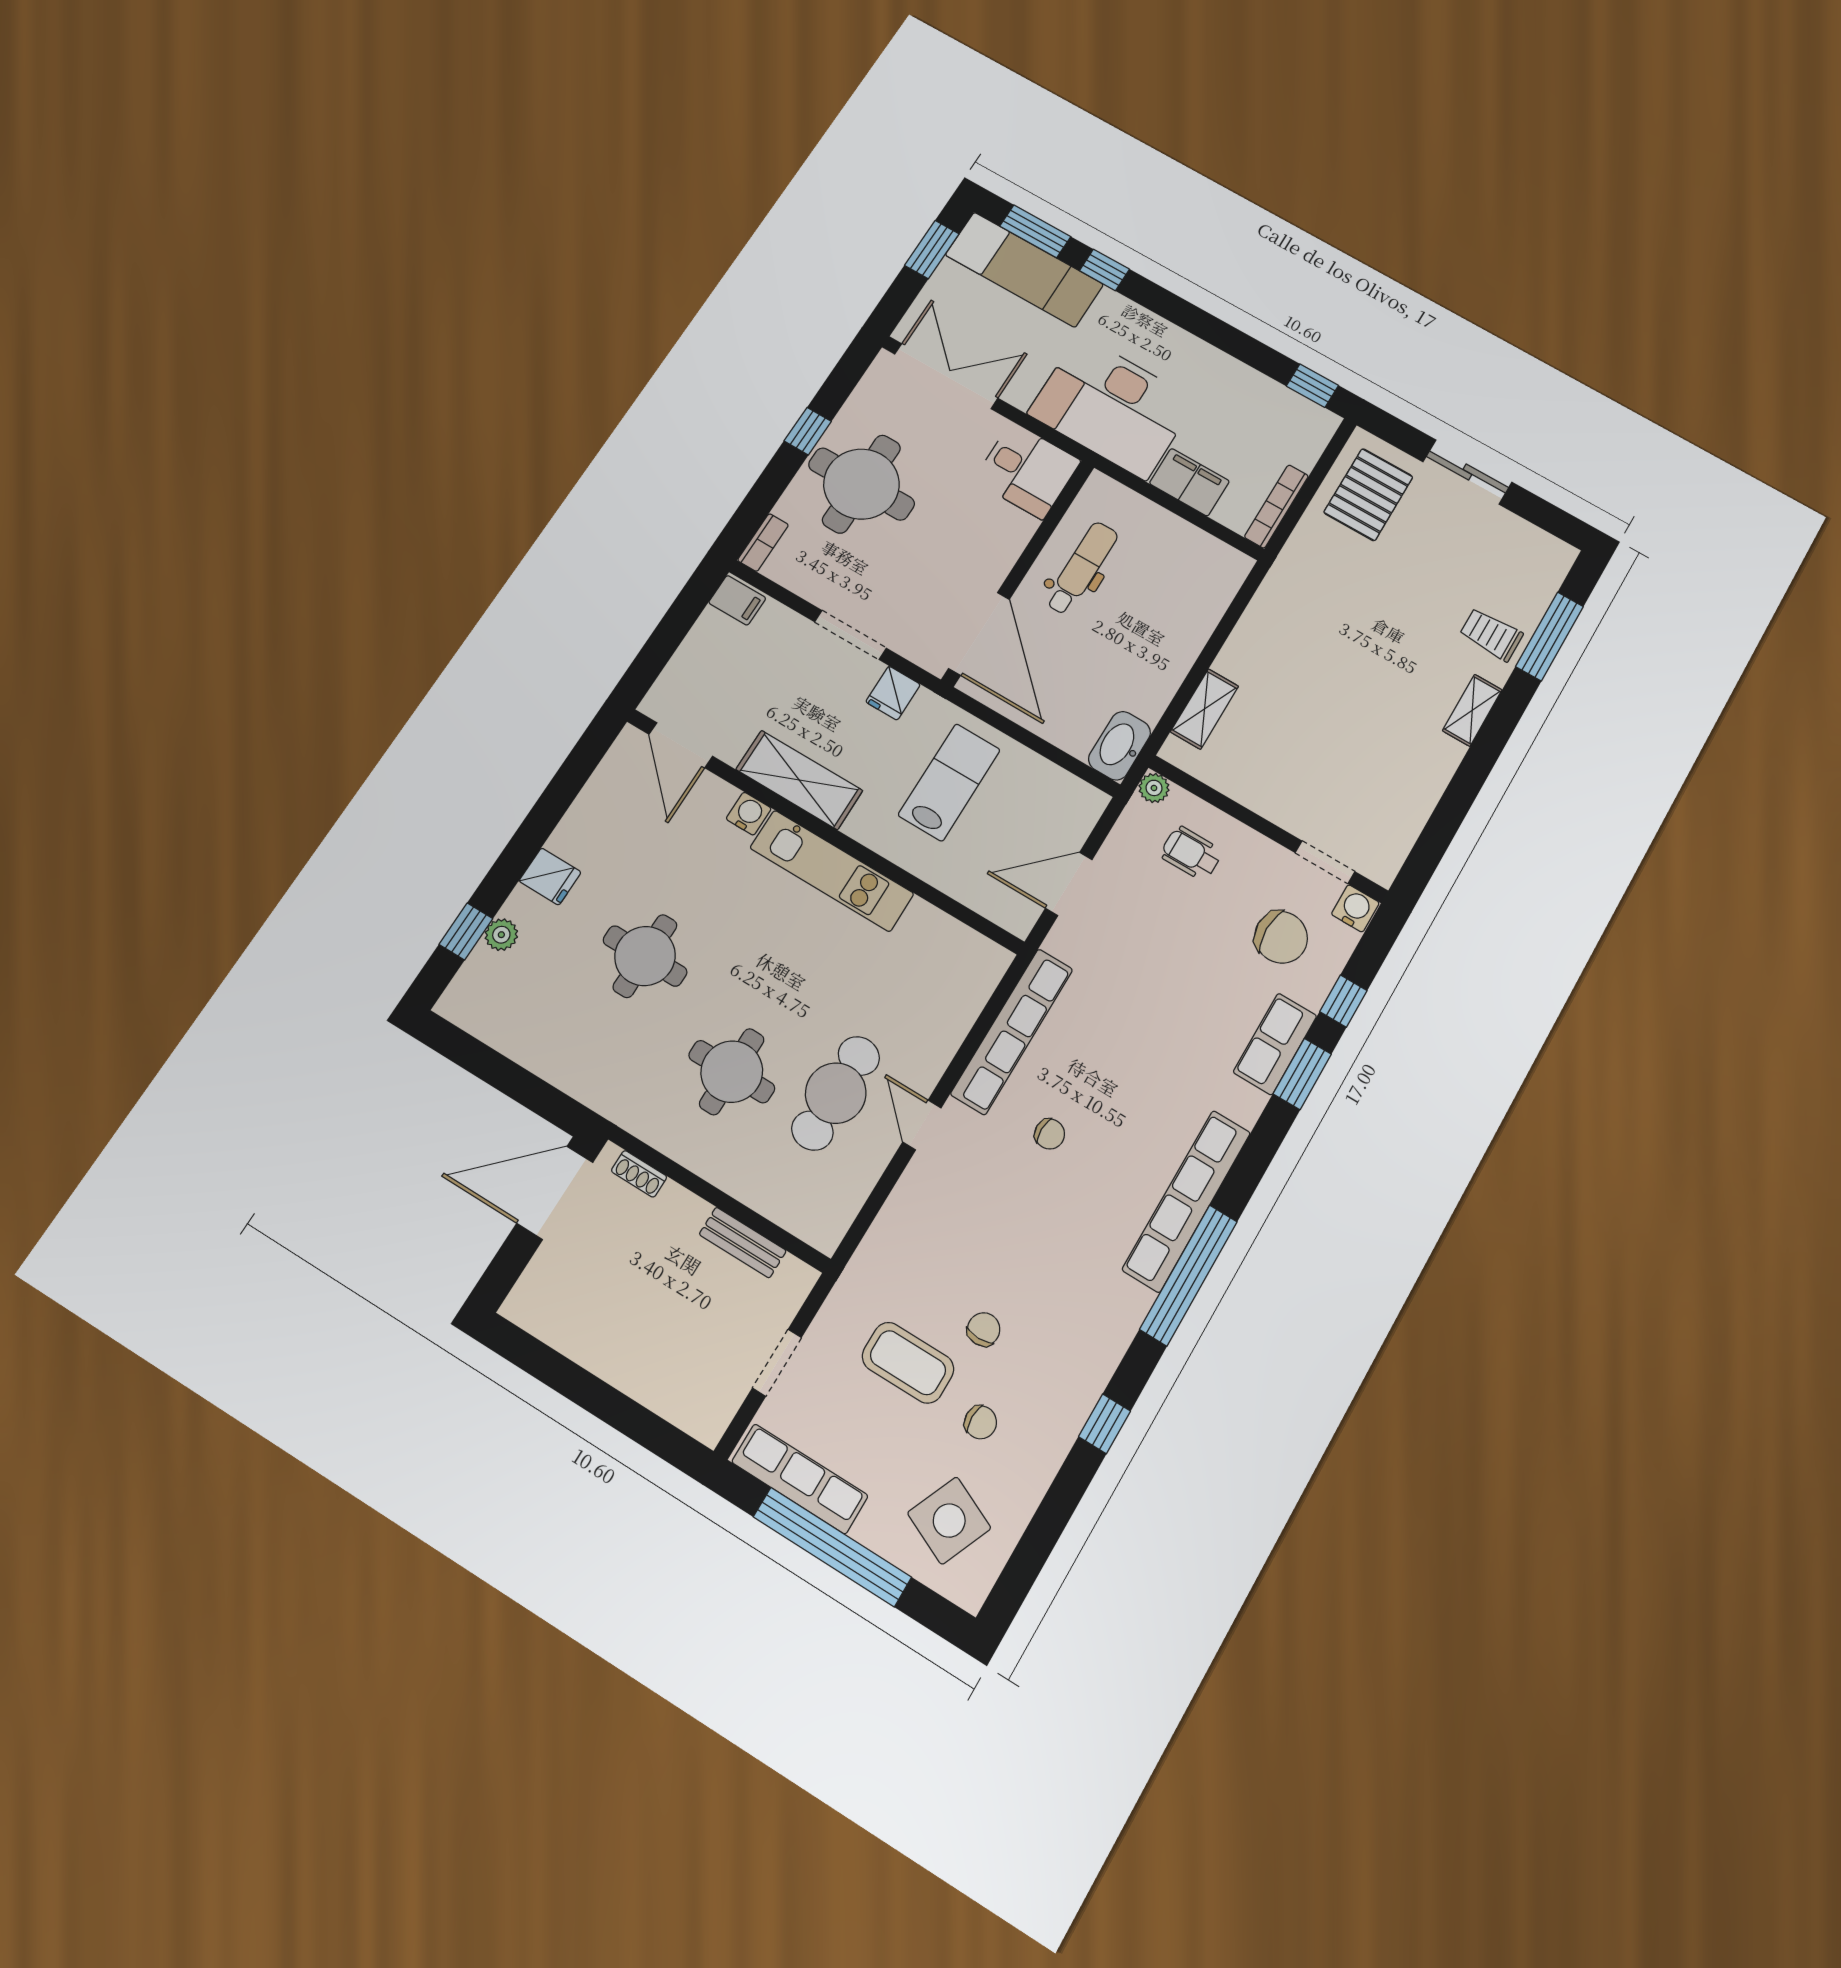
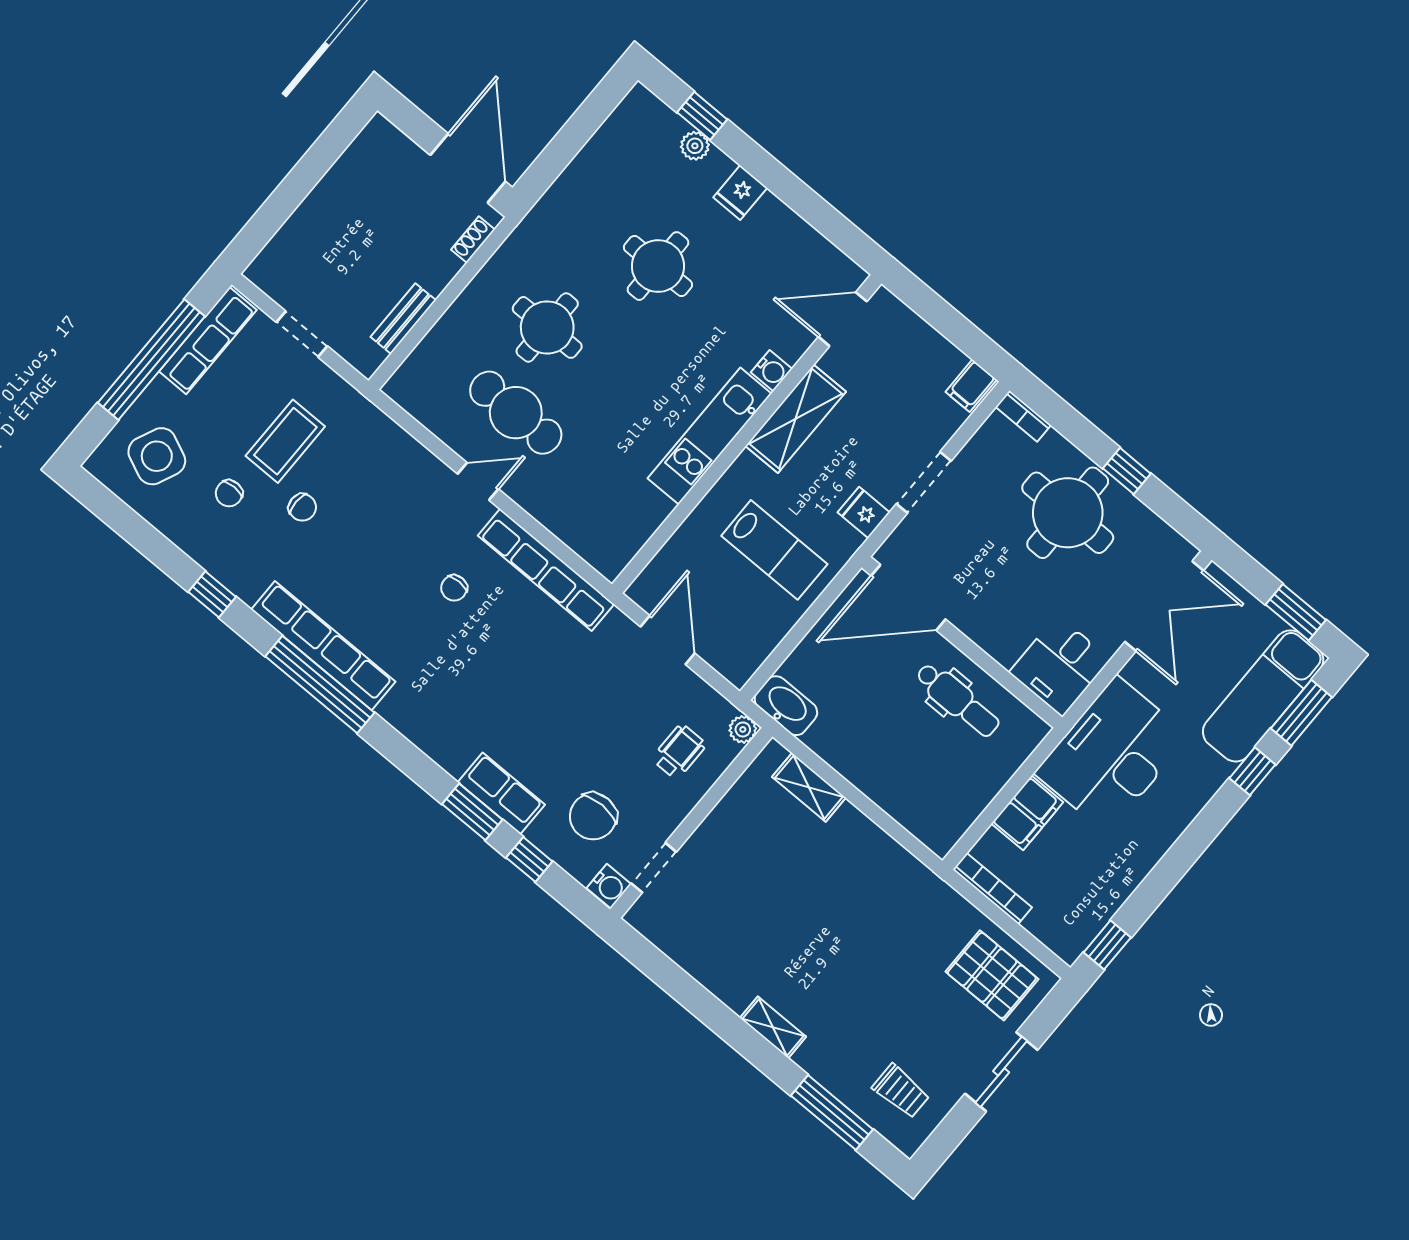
trolley: (1491, 634) -> (901, 1091), moved, turned 90
row of seats: (1187, 1201) -> (323, 646), moved

